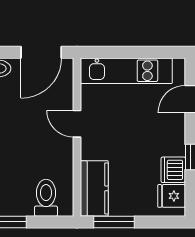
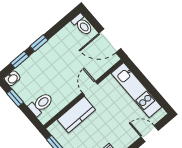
kitchen counter: (94, 188) -> (76, 115), moved

